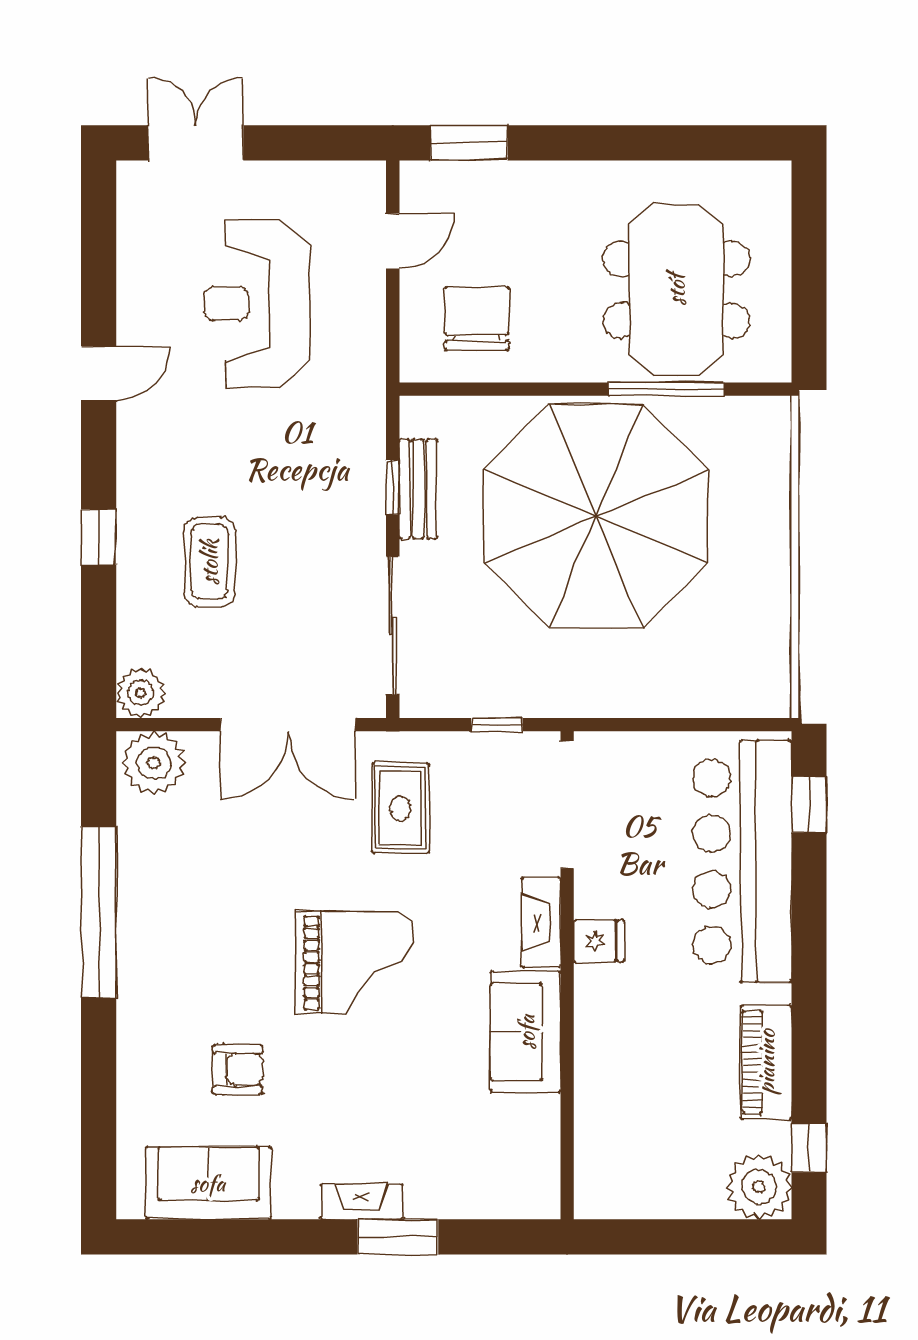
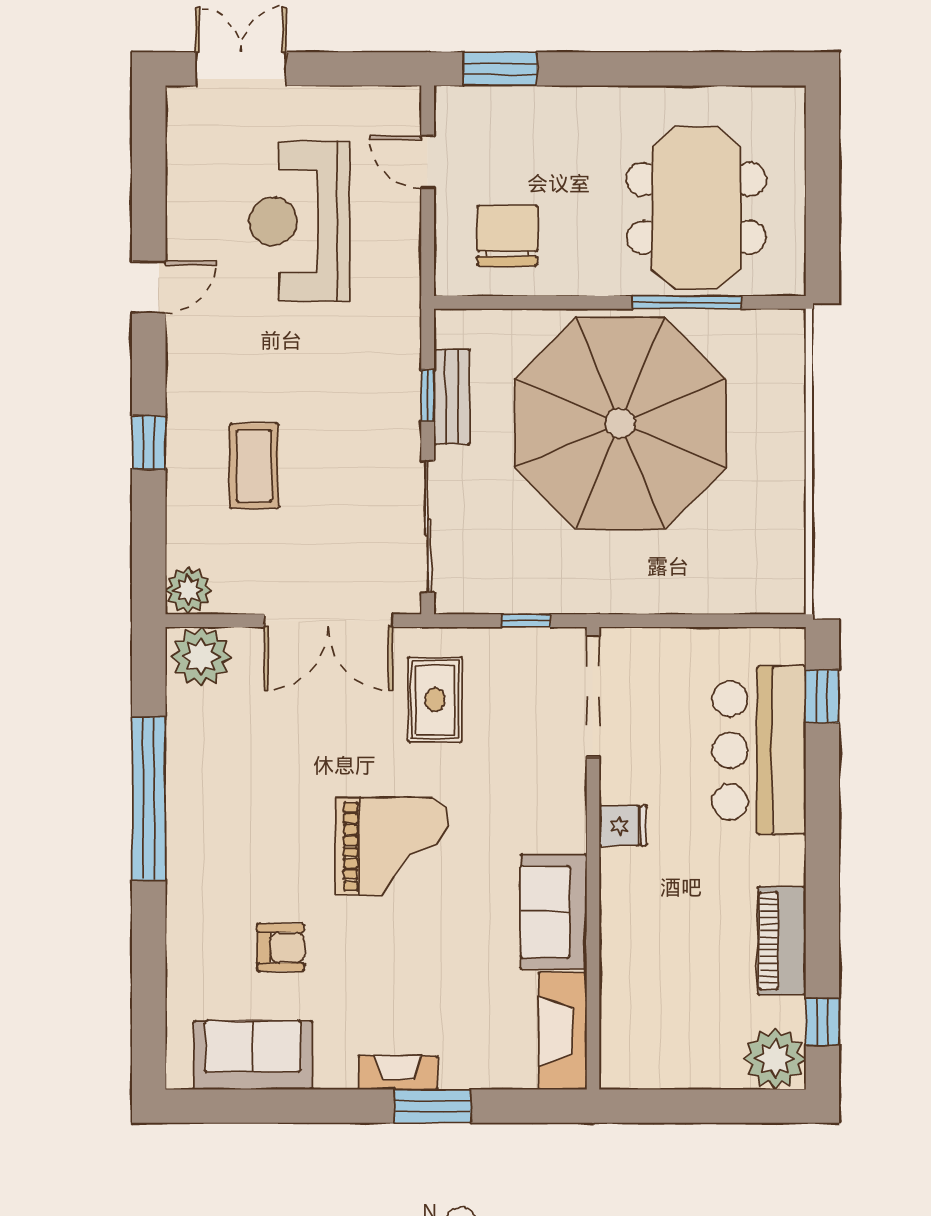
door: (393, 241) -> (428, 162), swing flipped
bar counter: (742, 861) -> (759, 750), width x0.73
fireplace: (541, 922) -> (563, 1031), moved, width x1.37, depth x1.32

